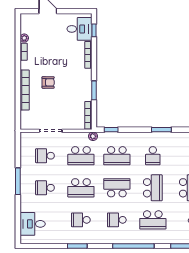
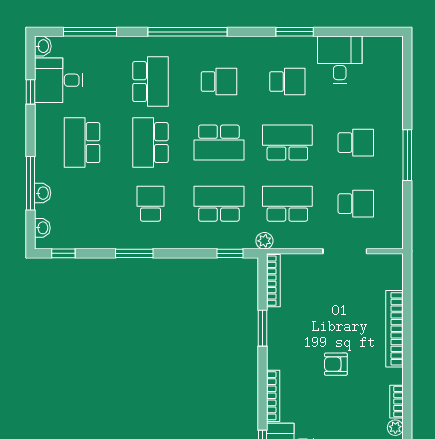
armchair: (48, 82) -> (336, 364), moved
school desk: (153, 220) -> (150, 82), turned 90
desk: (33, 224) -> (340, 60), moved, turned -90

